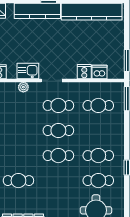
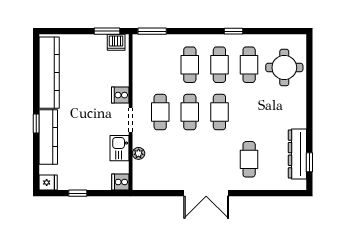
cooker: (84, 72) -> (120, 95), moved
dishwasher: (100, 72) -> (116, 42), moved, turned -90
cafe table: (98, 105) -> (190, 65), moved

